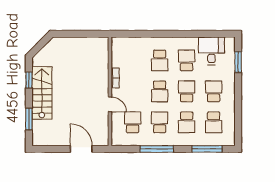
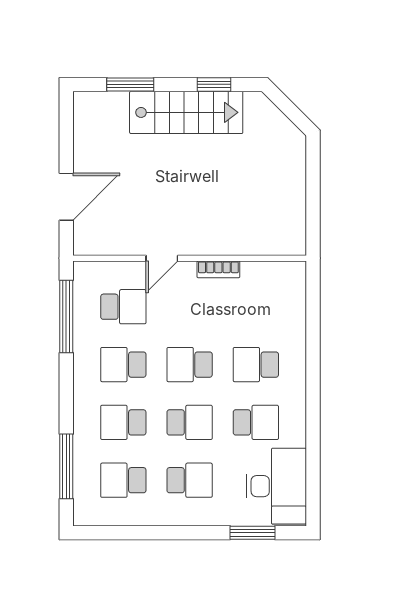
desk: (212, 51) -> (276, 486), width x1.37
school desk: (160, 122) -> (123, 365), turned 180
window: (157, 149) -> (66, 317), moved

